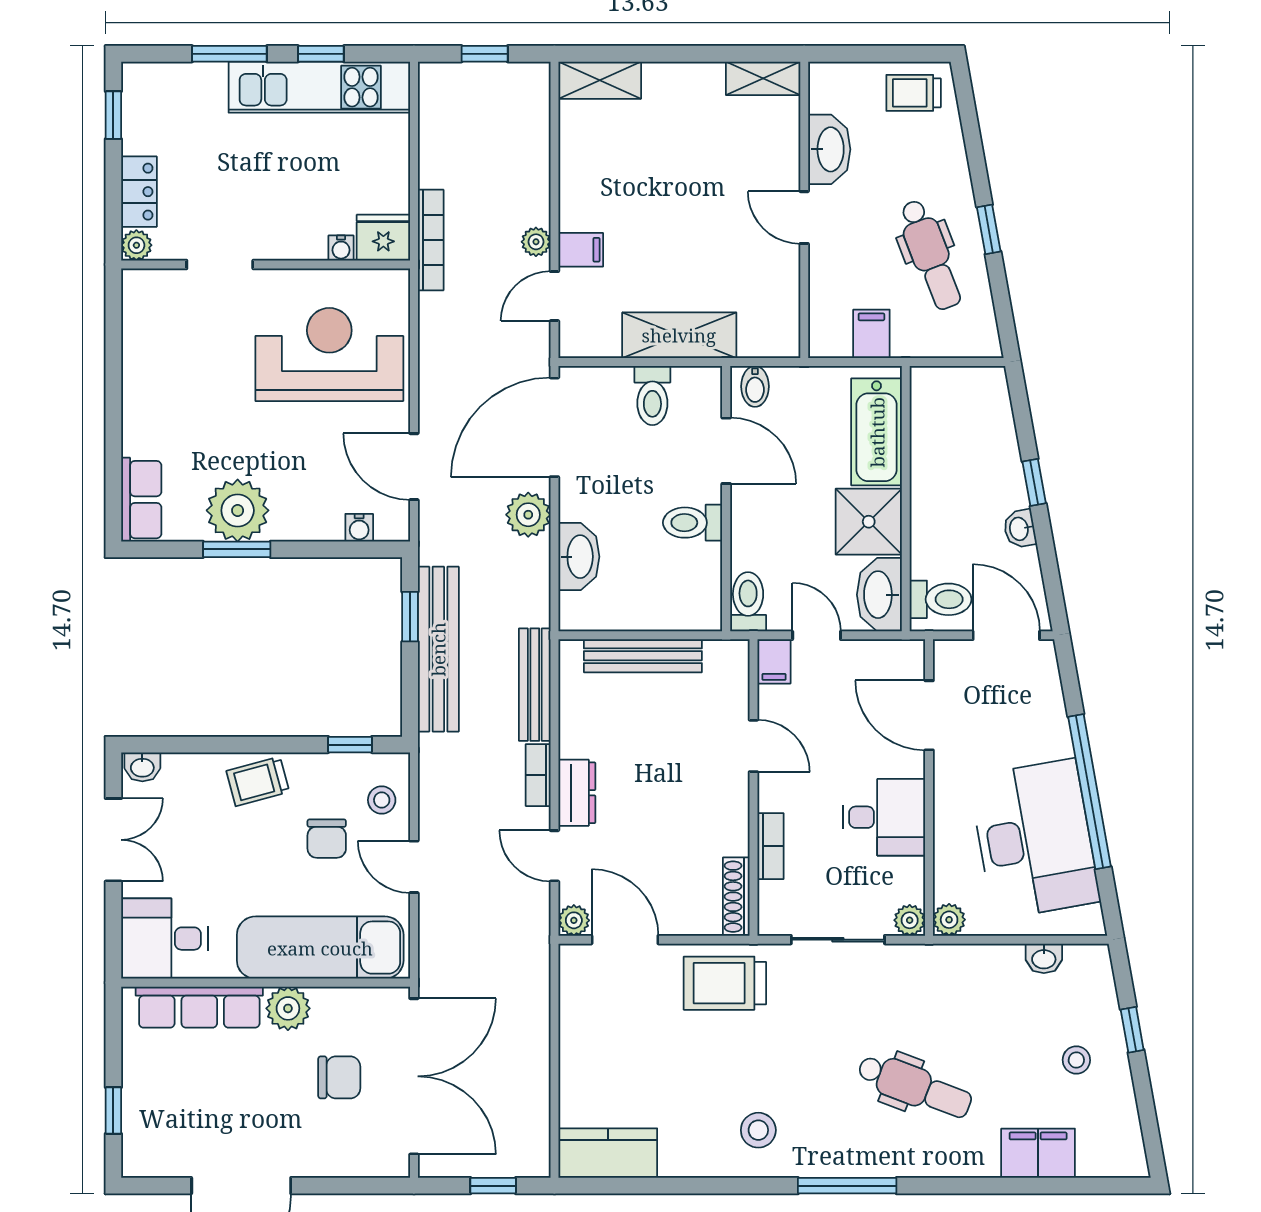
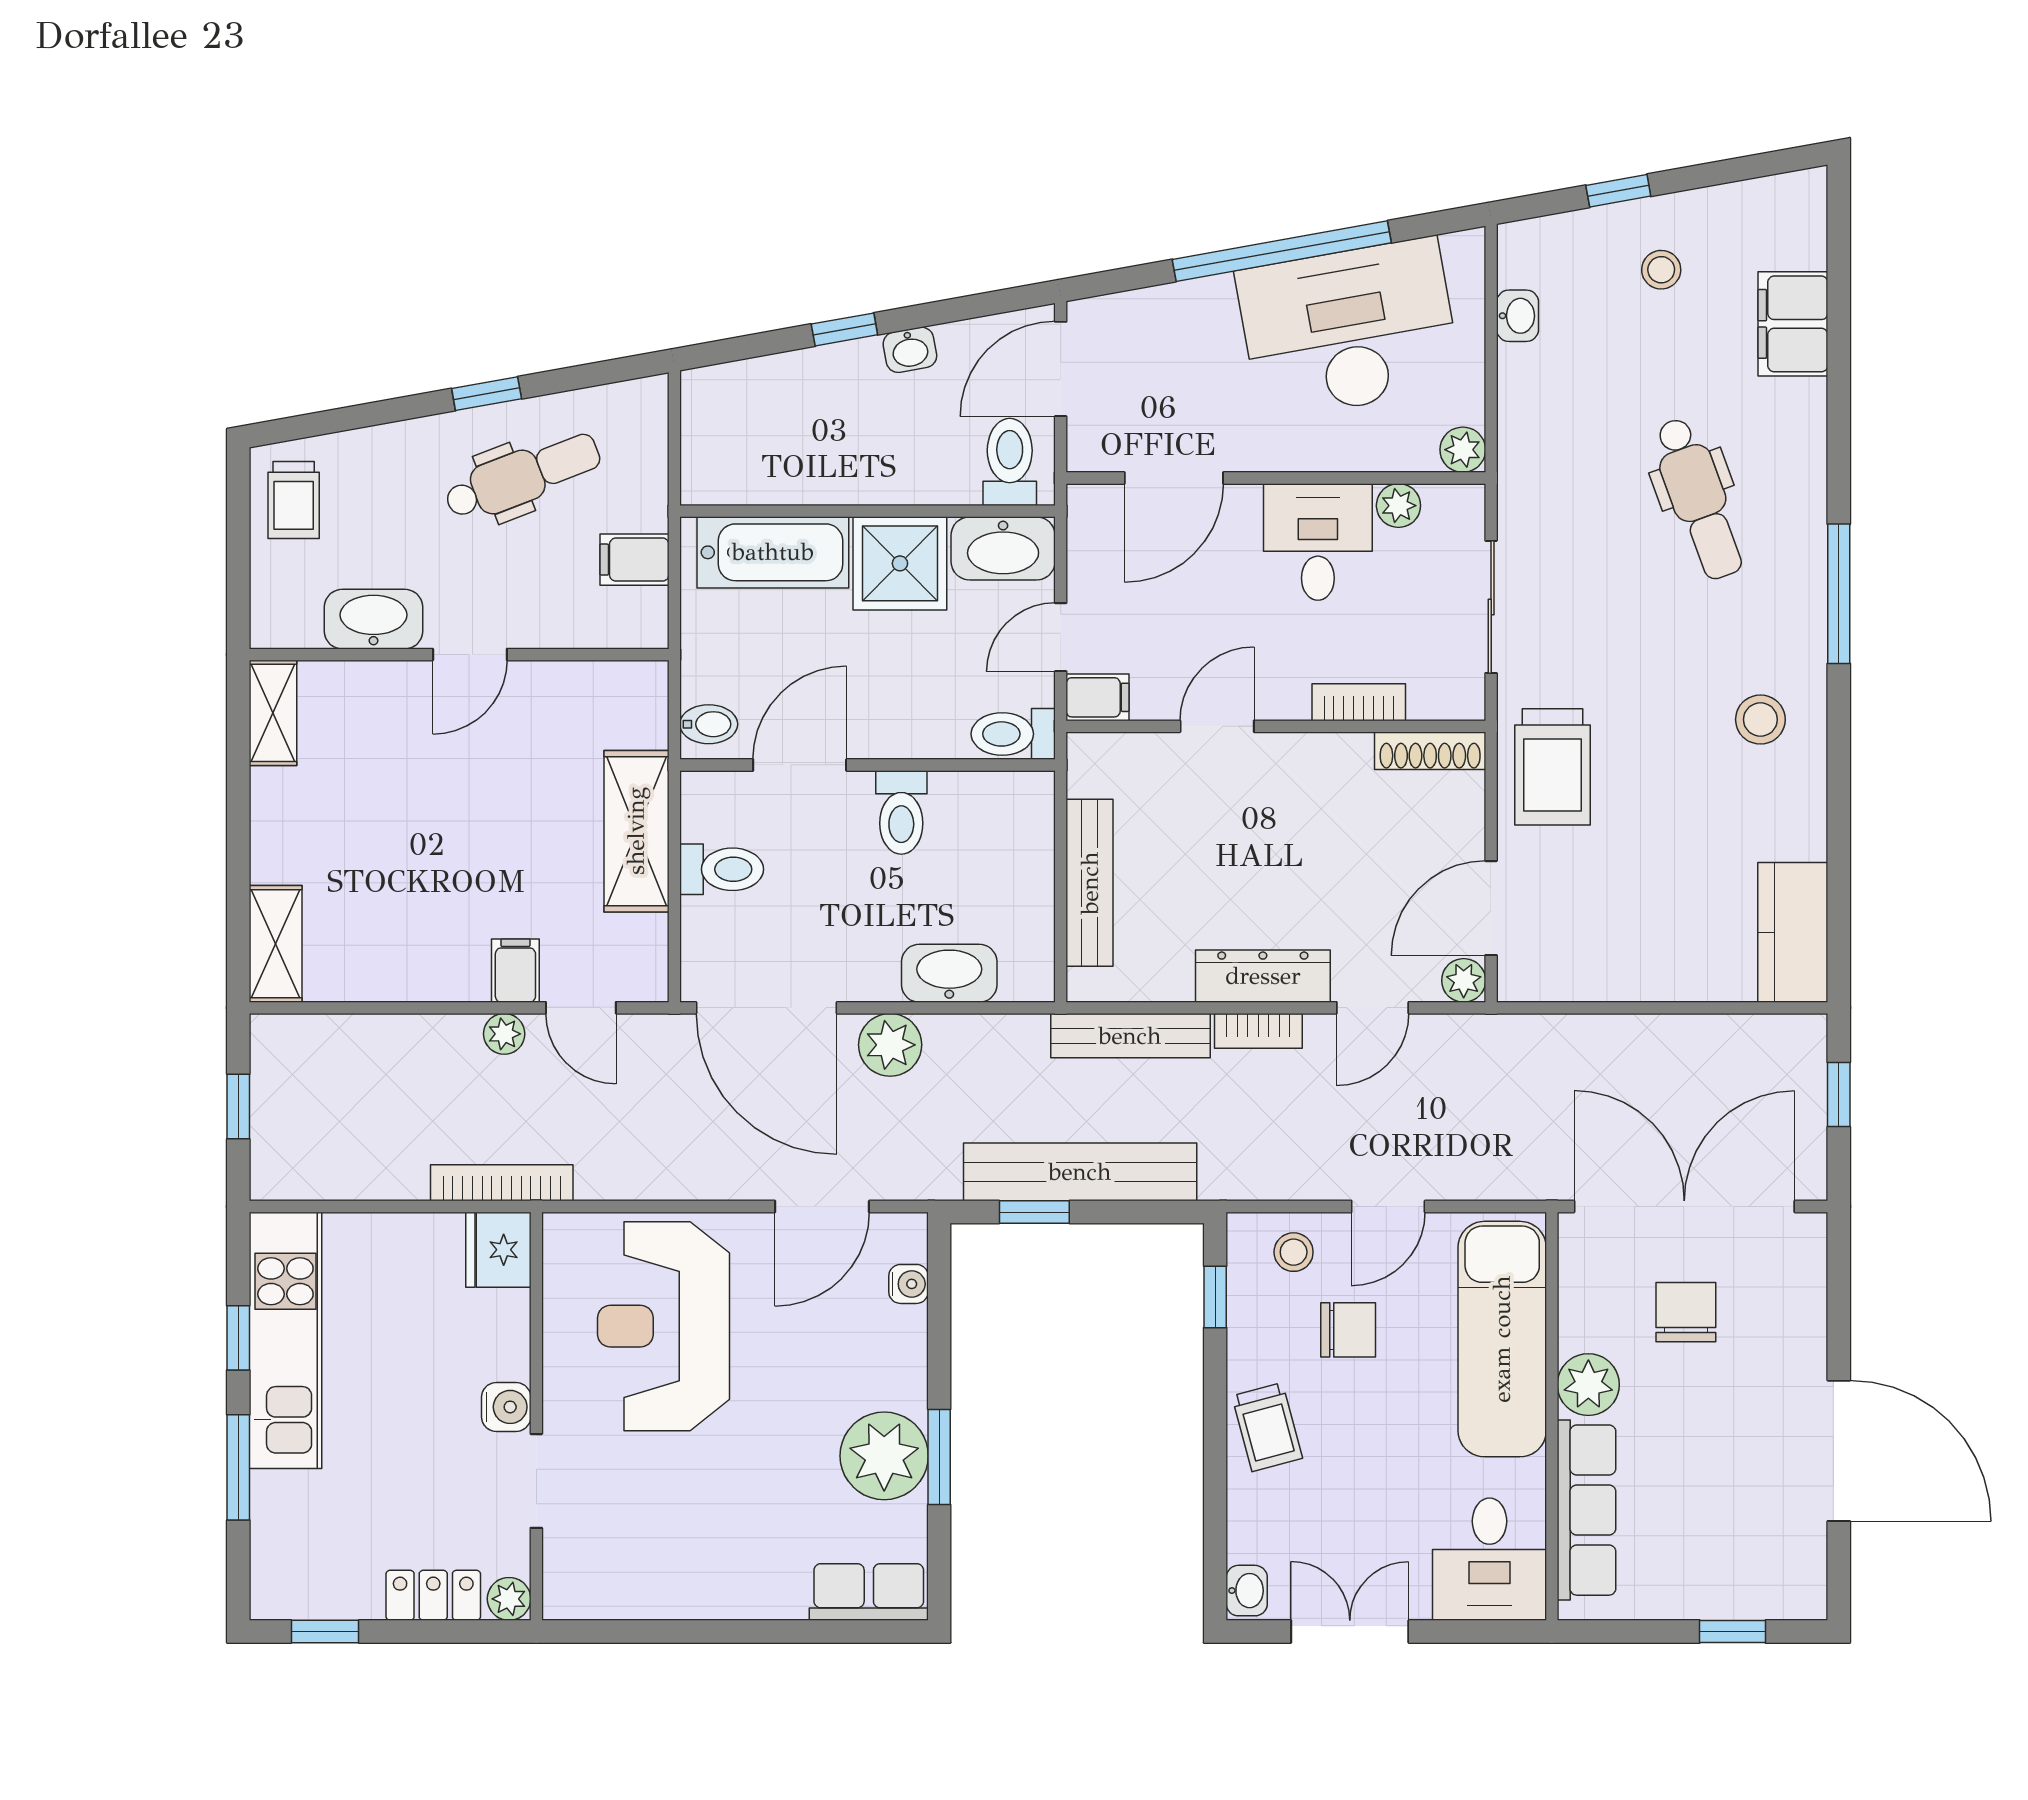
water cooler: (341, 248) -> (506, 1407), moved, width x1.38, depth x1.38
dresser: (577, 793) -> (1263, 976), width x1.44
plant: (910, 920) -> (1398, 506), moved
dental chair: (915, 1086) -> (1698, 498), turned 139

